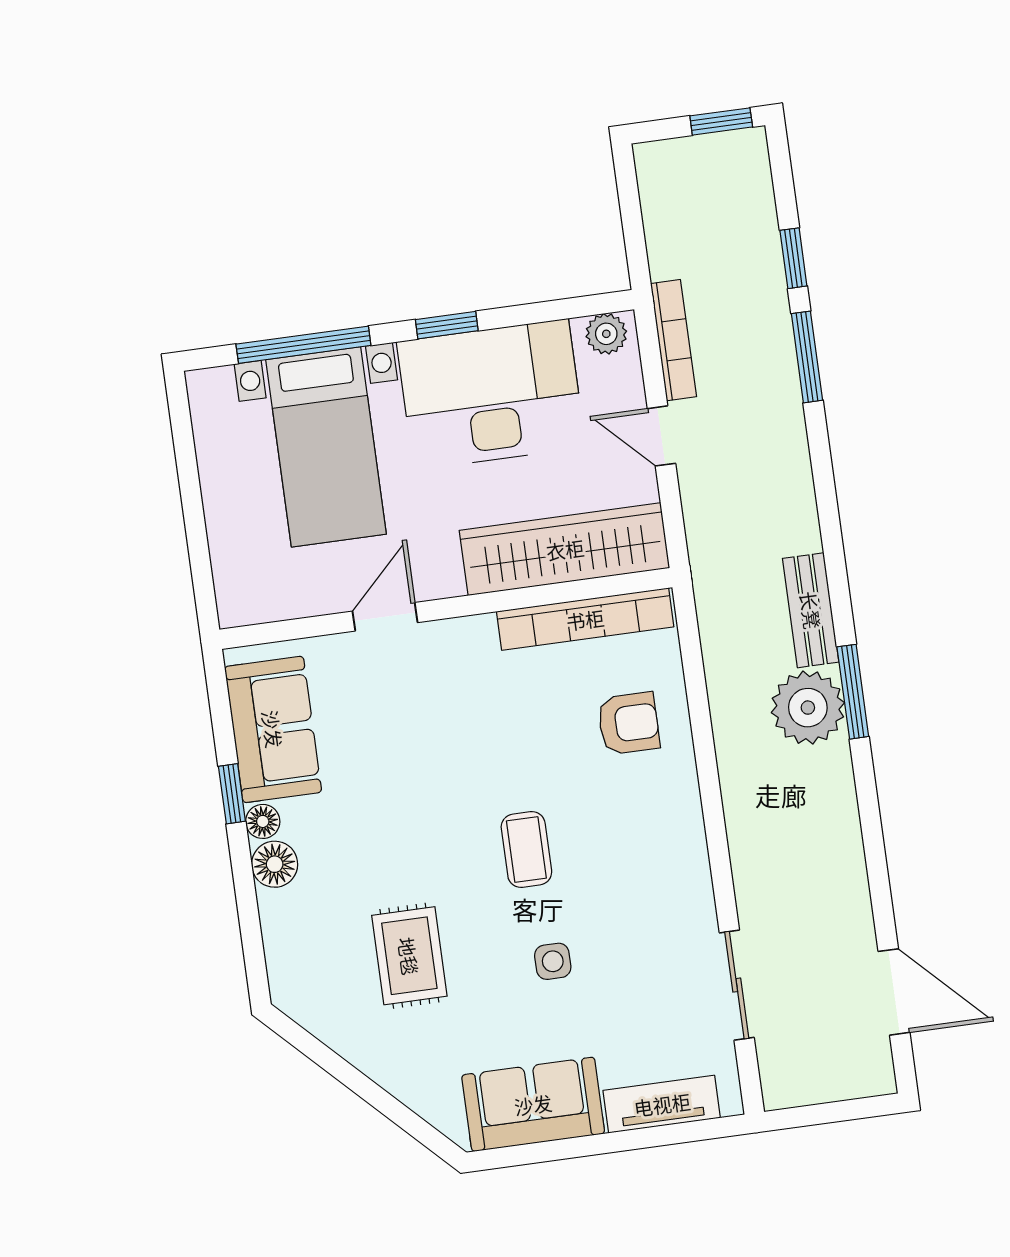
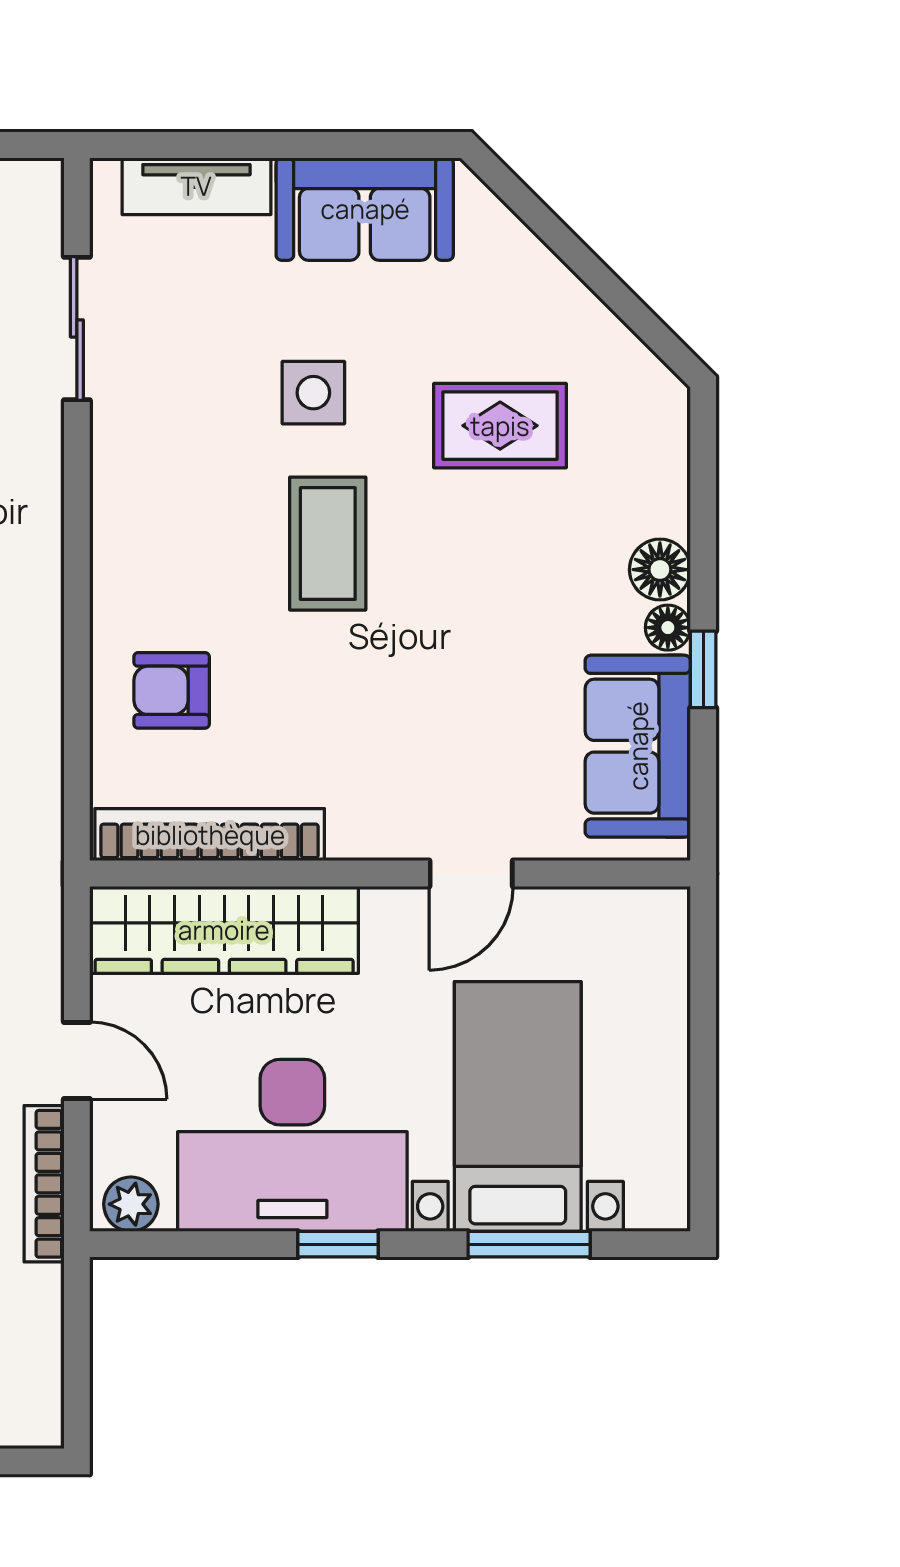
window: (303, 345) -> (529, 1244), width x0.69
coffee table: (526, 850) -> (328, 544), width x1.36, depth x1.30
rug: (409, 956) -> (500, 426), turned 90
side table: (553, 961) -> (313, 393), width x1.37, depth x1.37

